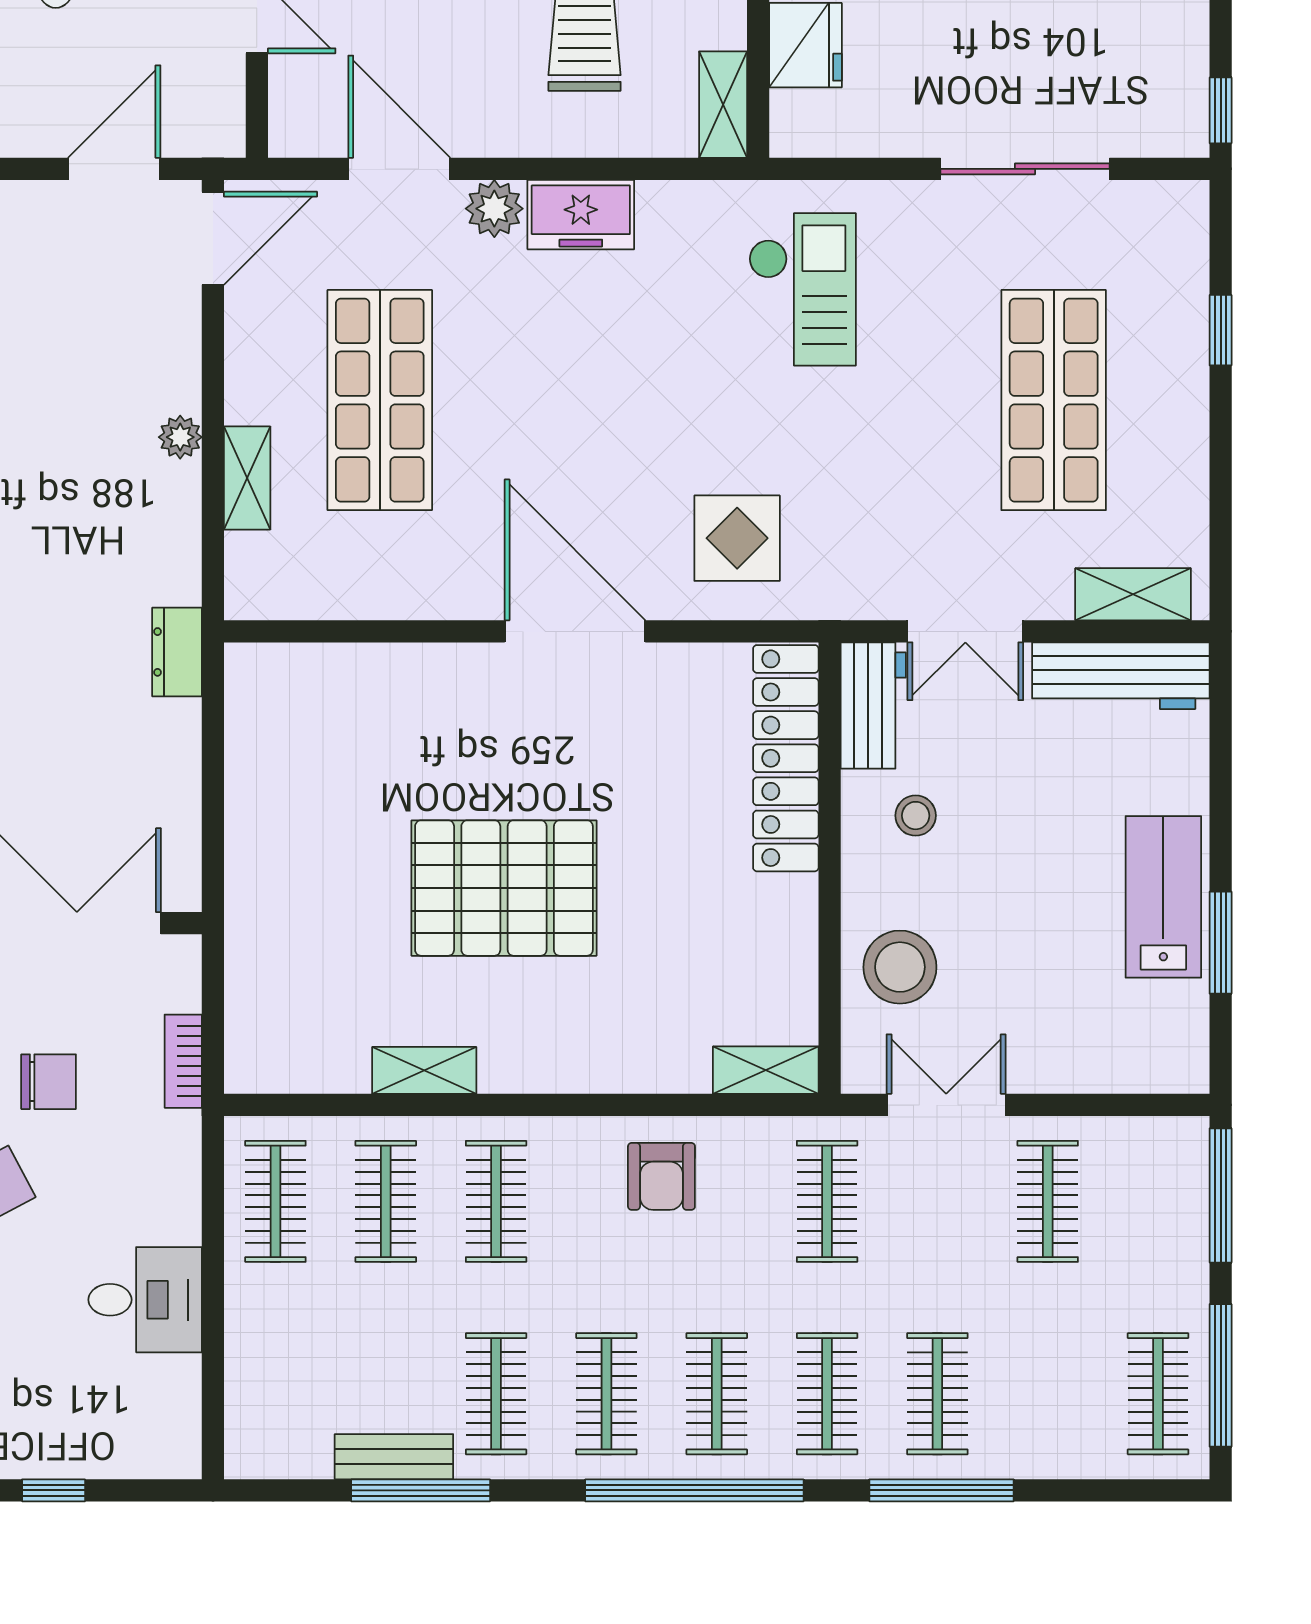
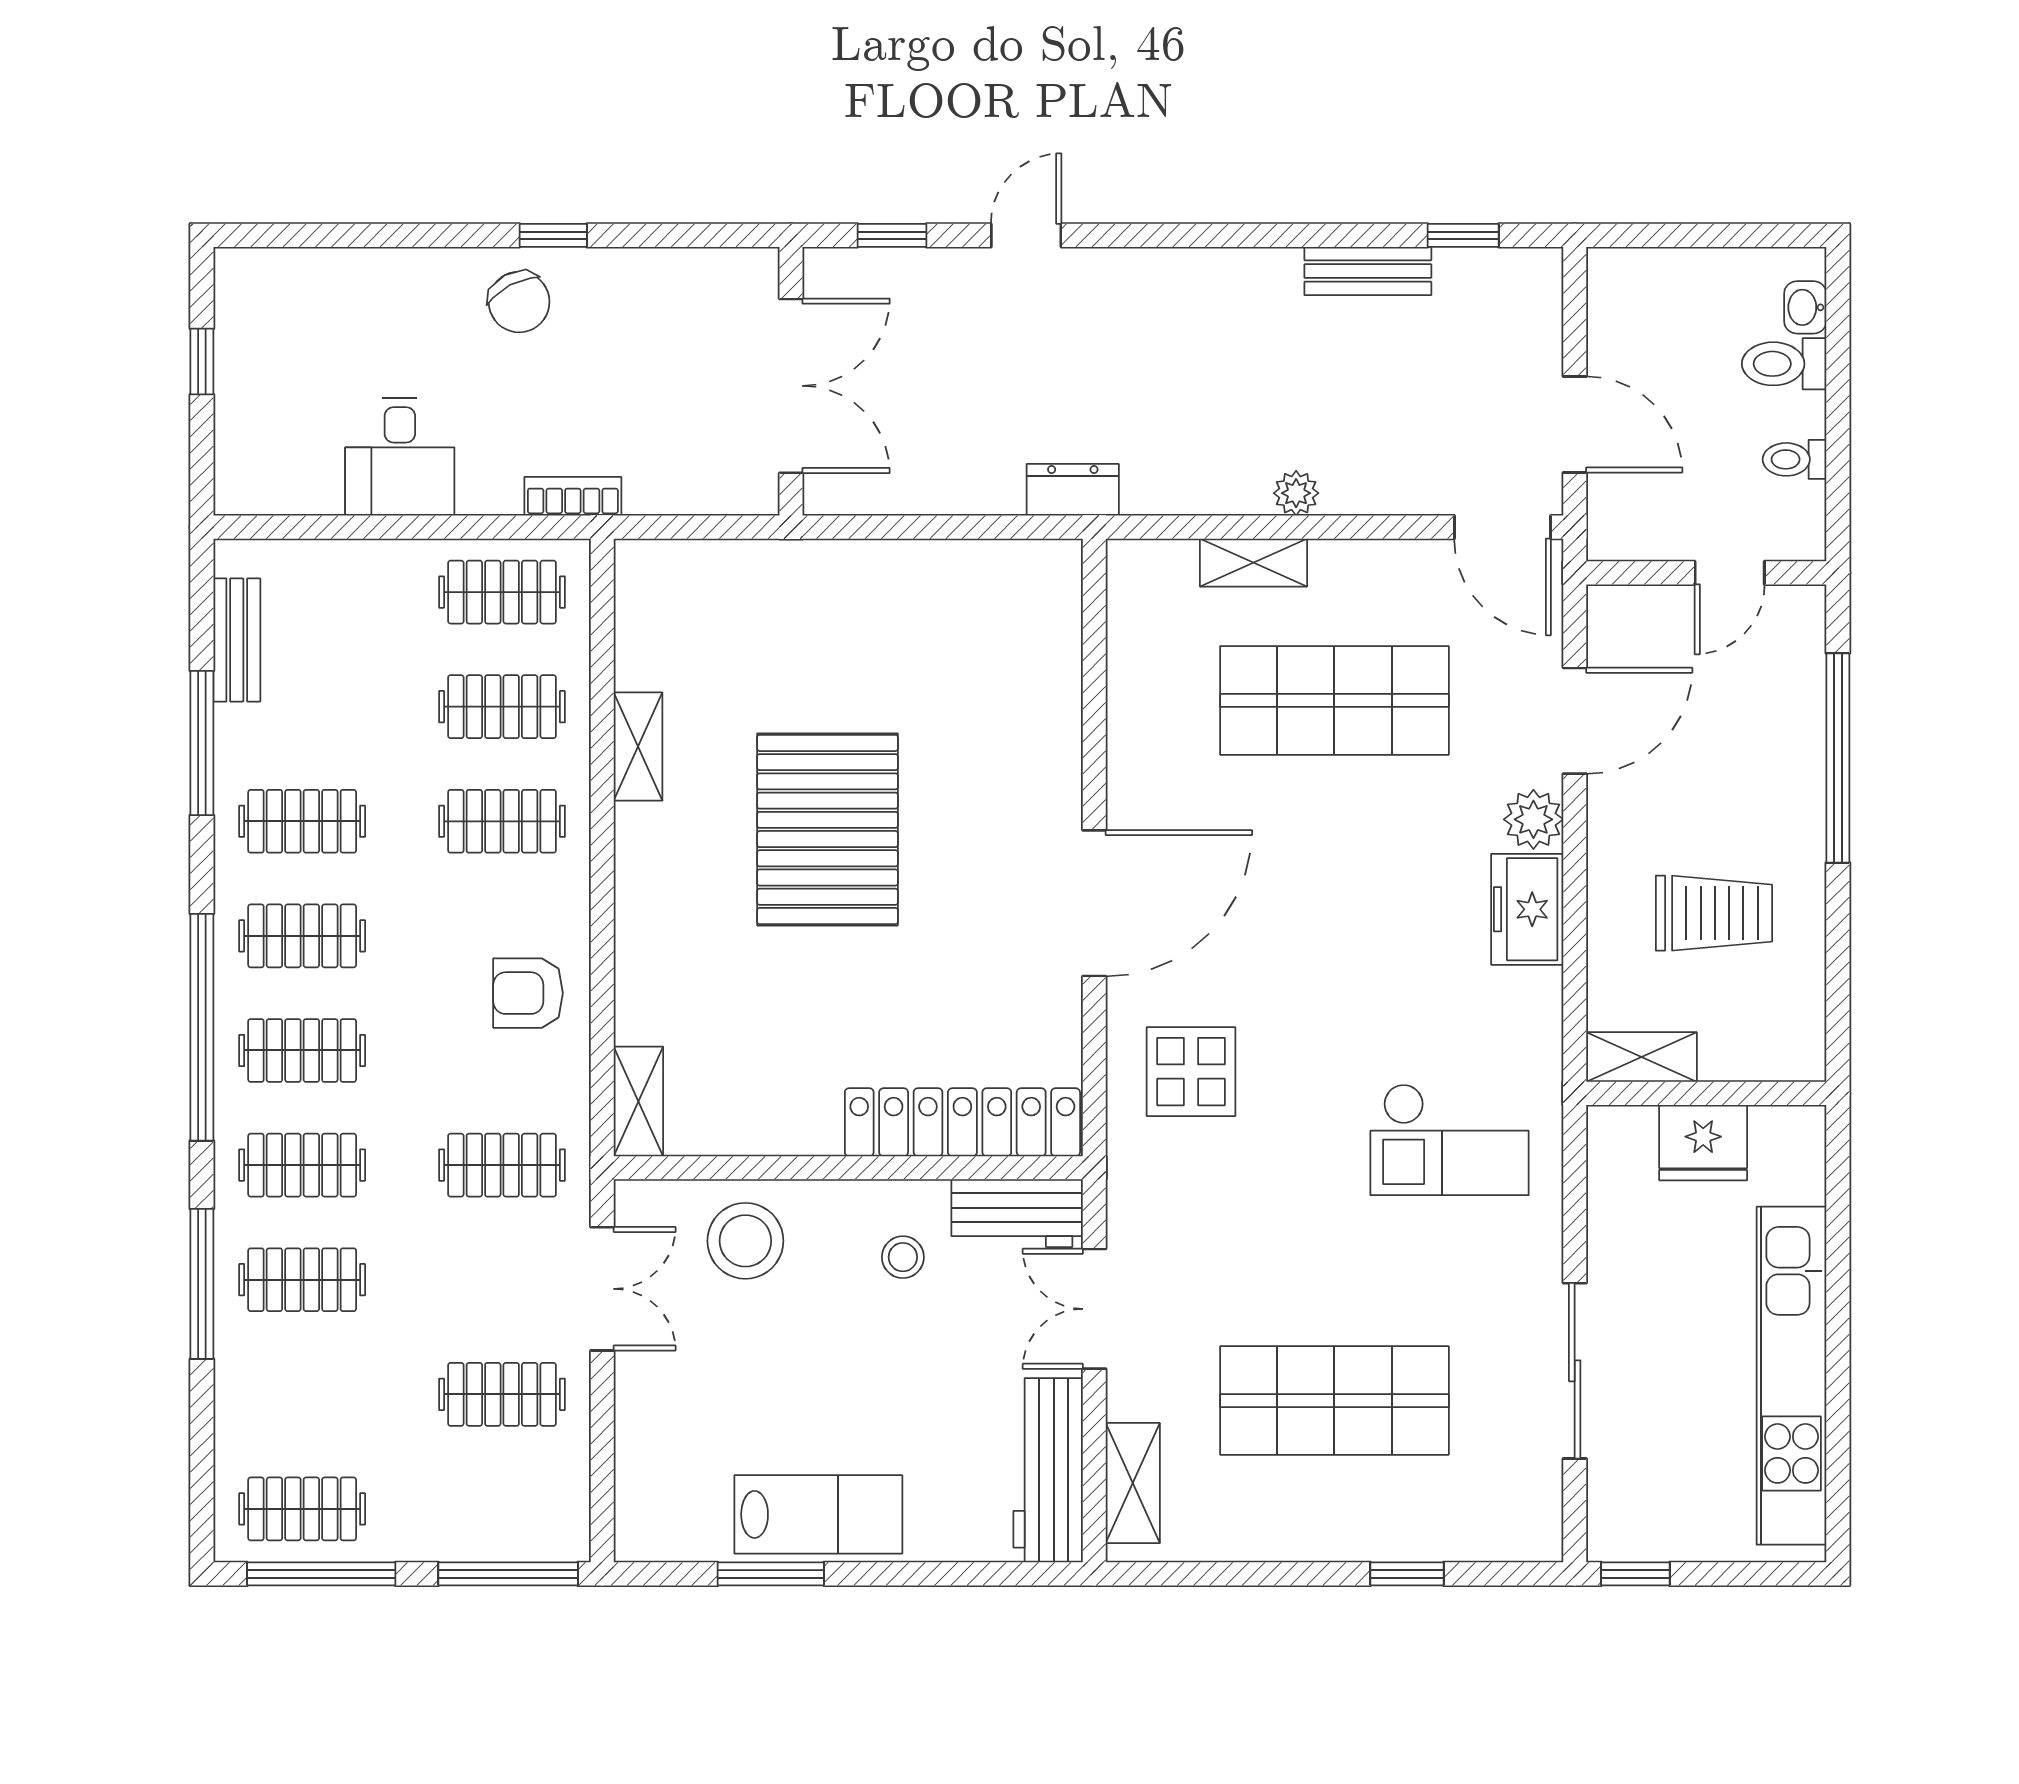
bookcase: (183, 1061) -> (573, 496), moved
chair: (49, 1082) -> (626, 356), removed
bench: (394, 1457) -> (237, 640), moved

